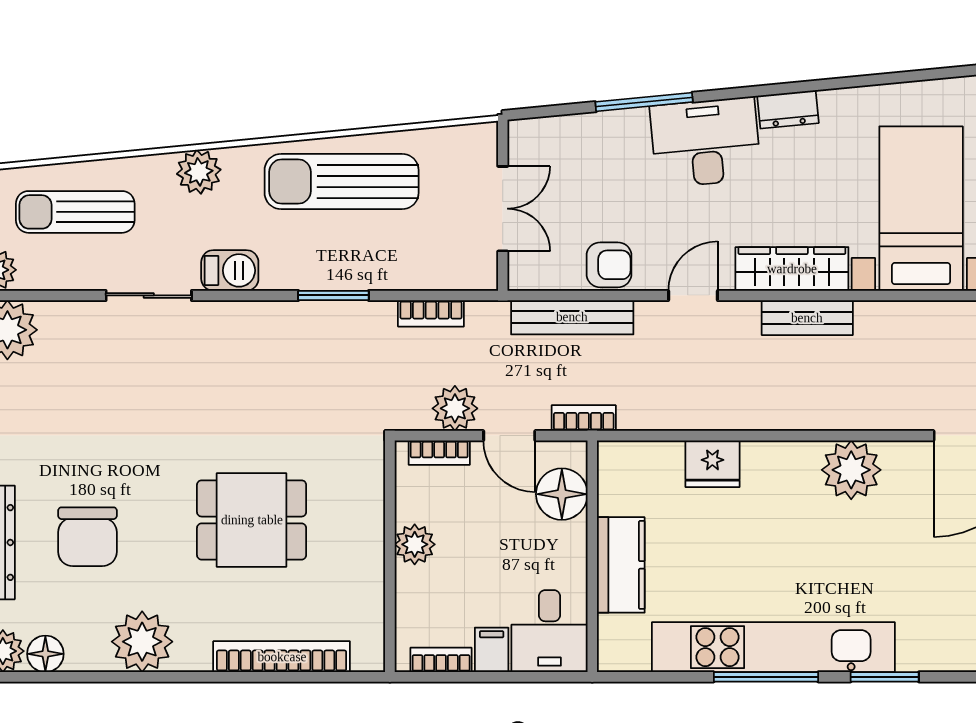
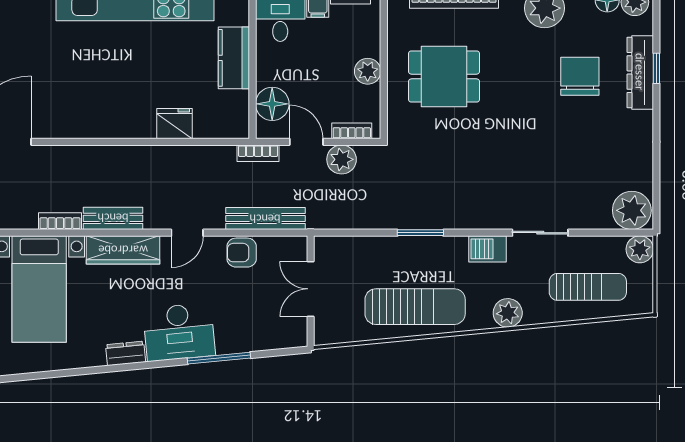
bookcase: (431, 313) -> (60, 221), moved
plant: (851, 470) -> (85, 120), removed
dining table: (252, 520) -> (444, 77), moved

